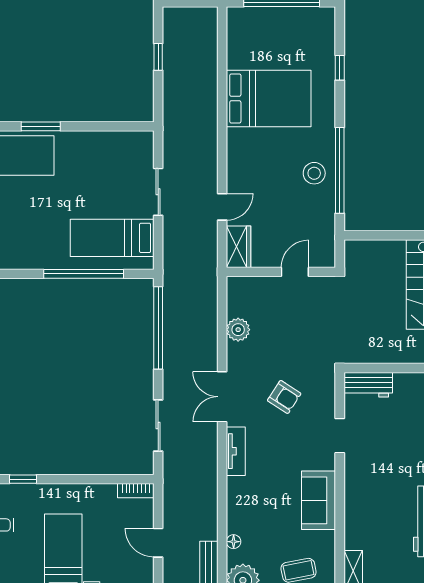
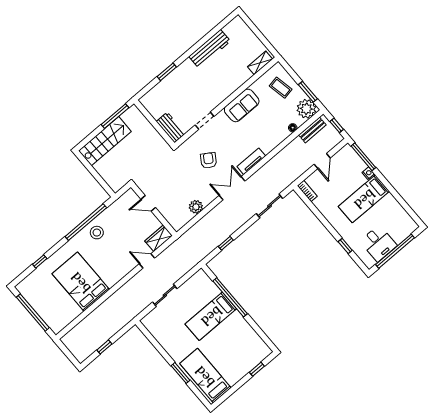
bed: (112, 238) -> (211, 316), moved, turned 90
window: (158, 328) -> (226, 243), width x0.32
double door: (222, 397) -> (232, 188), swing flipped

